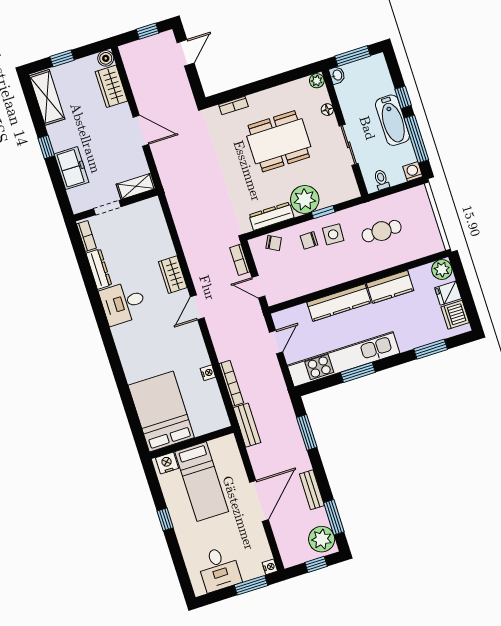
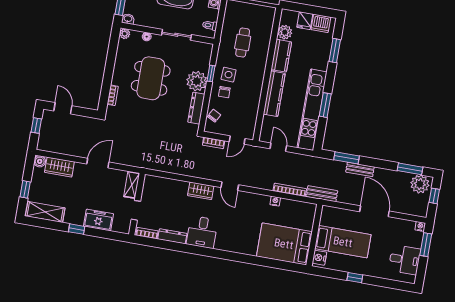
plant: (442, 270) -> (285, 32), moved
bench: (312, 490) -> (360, 169), moved

